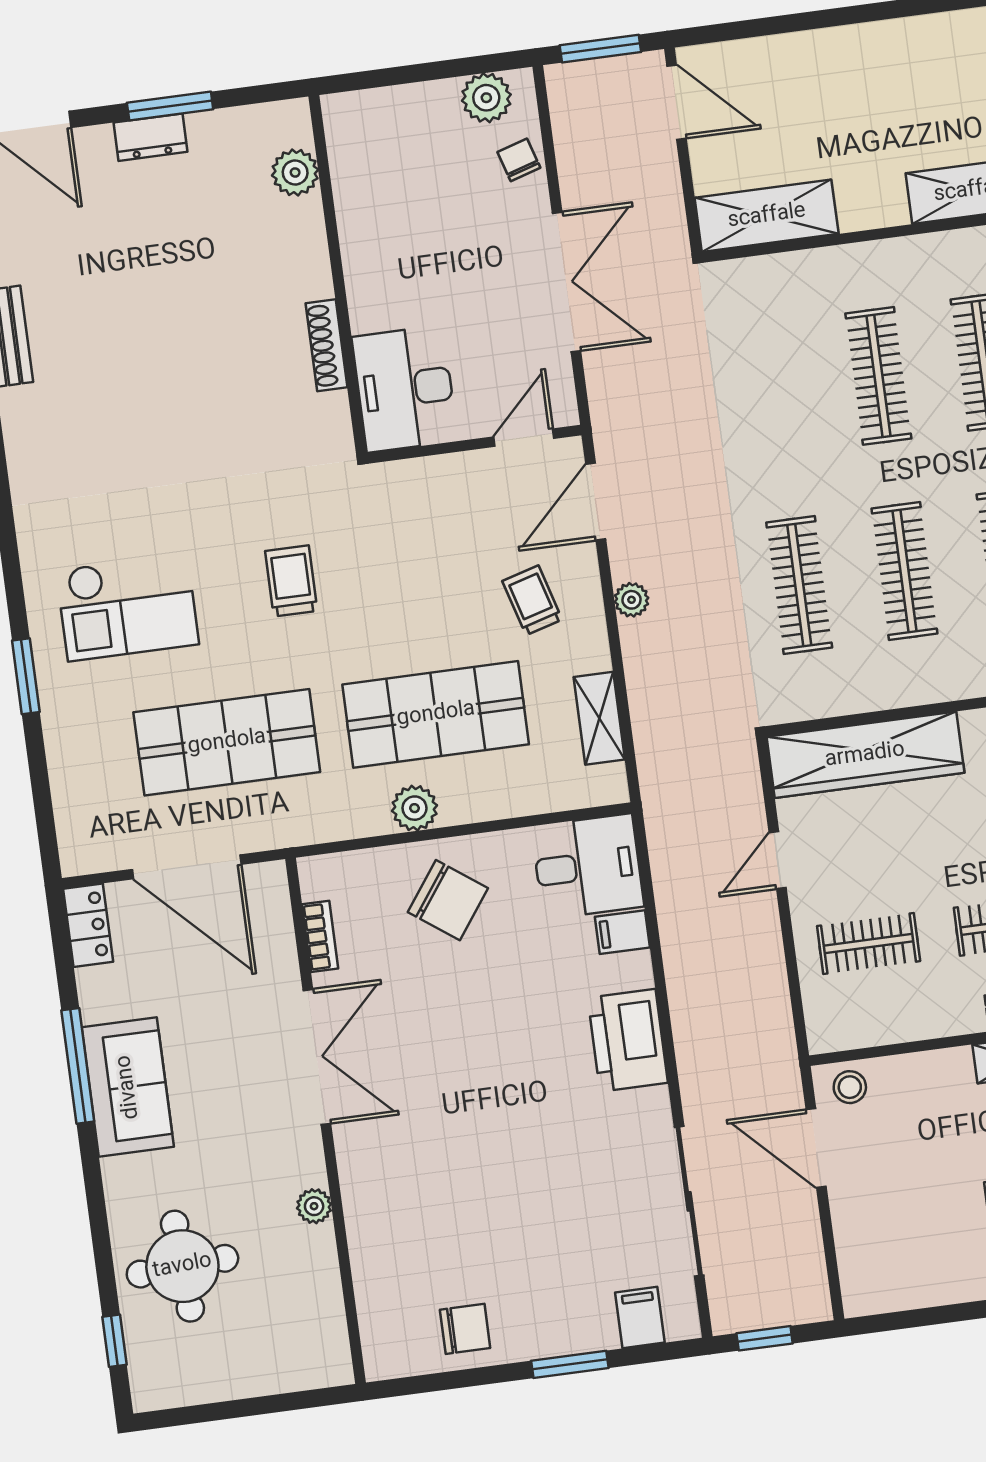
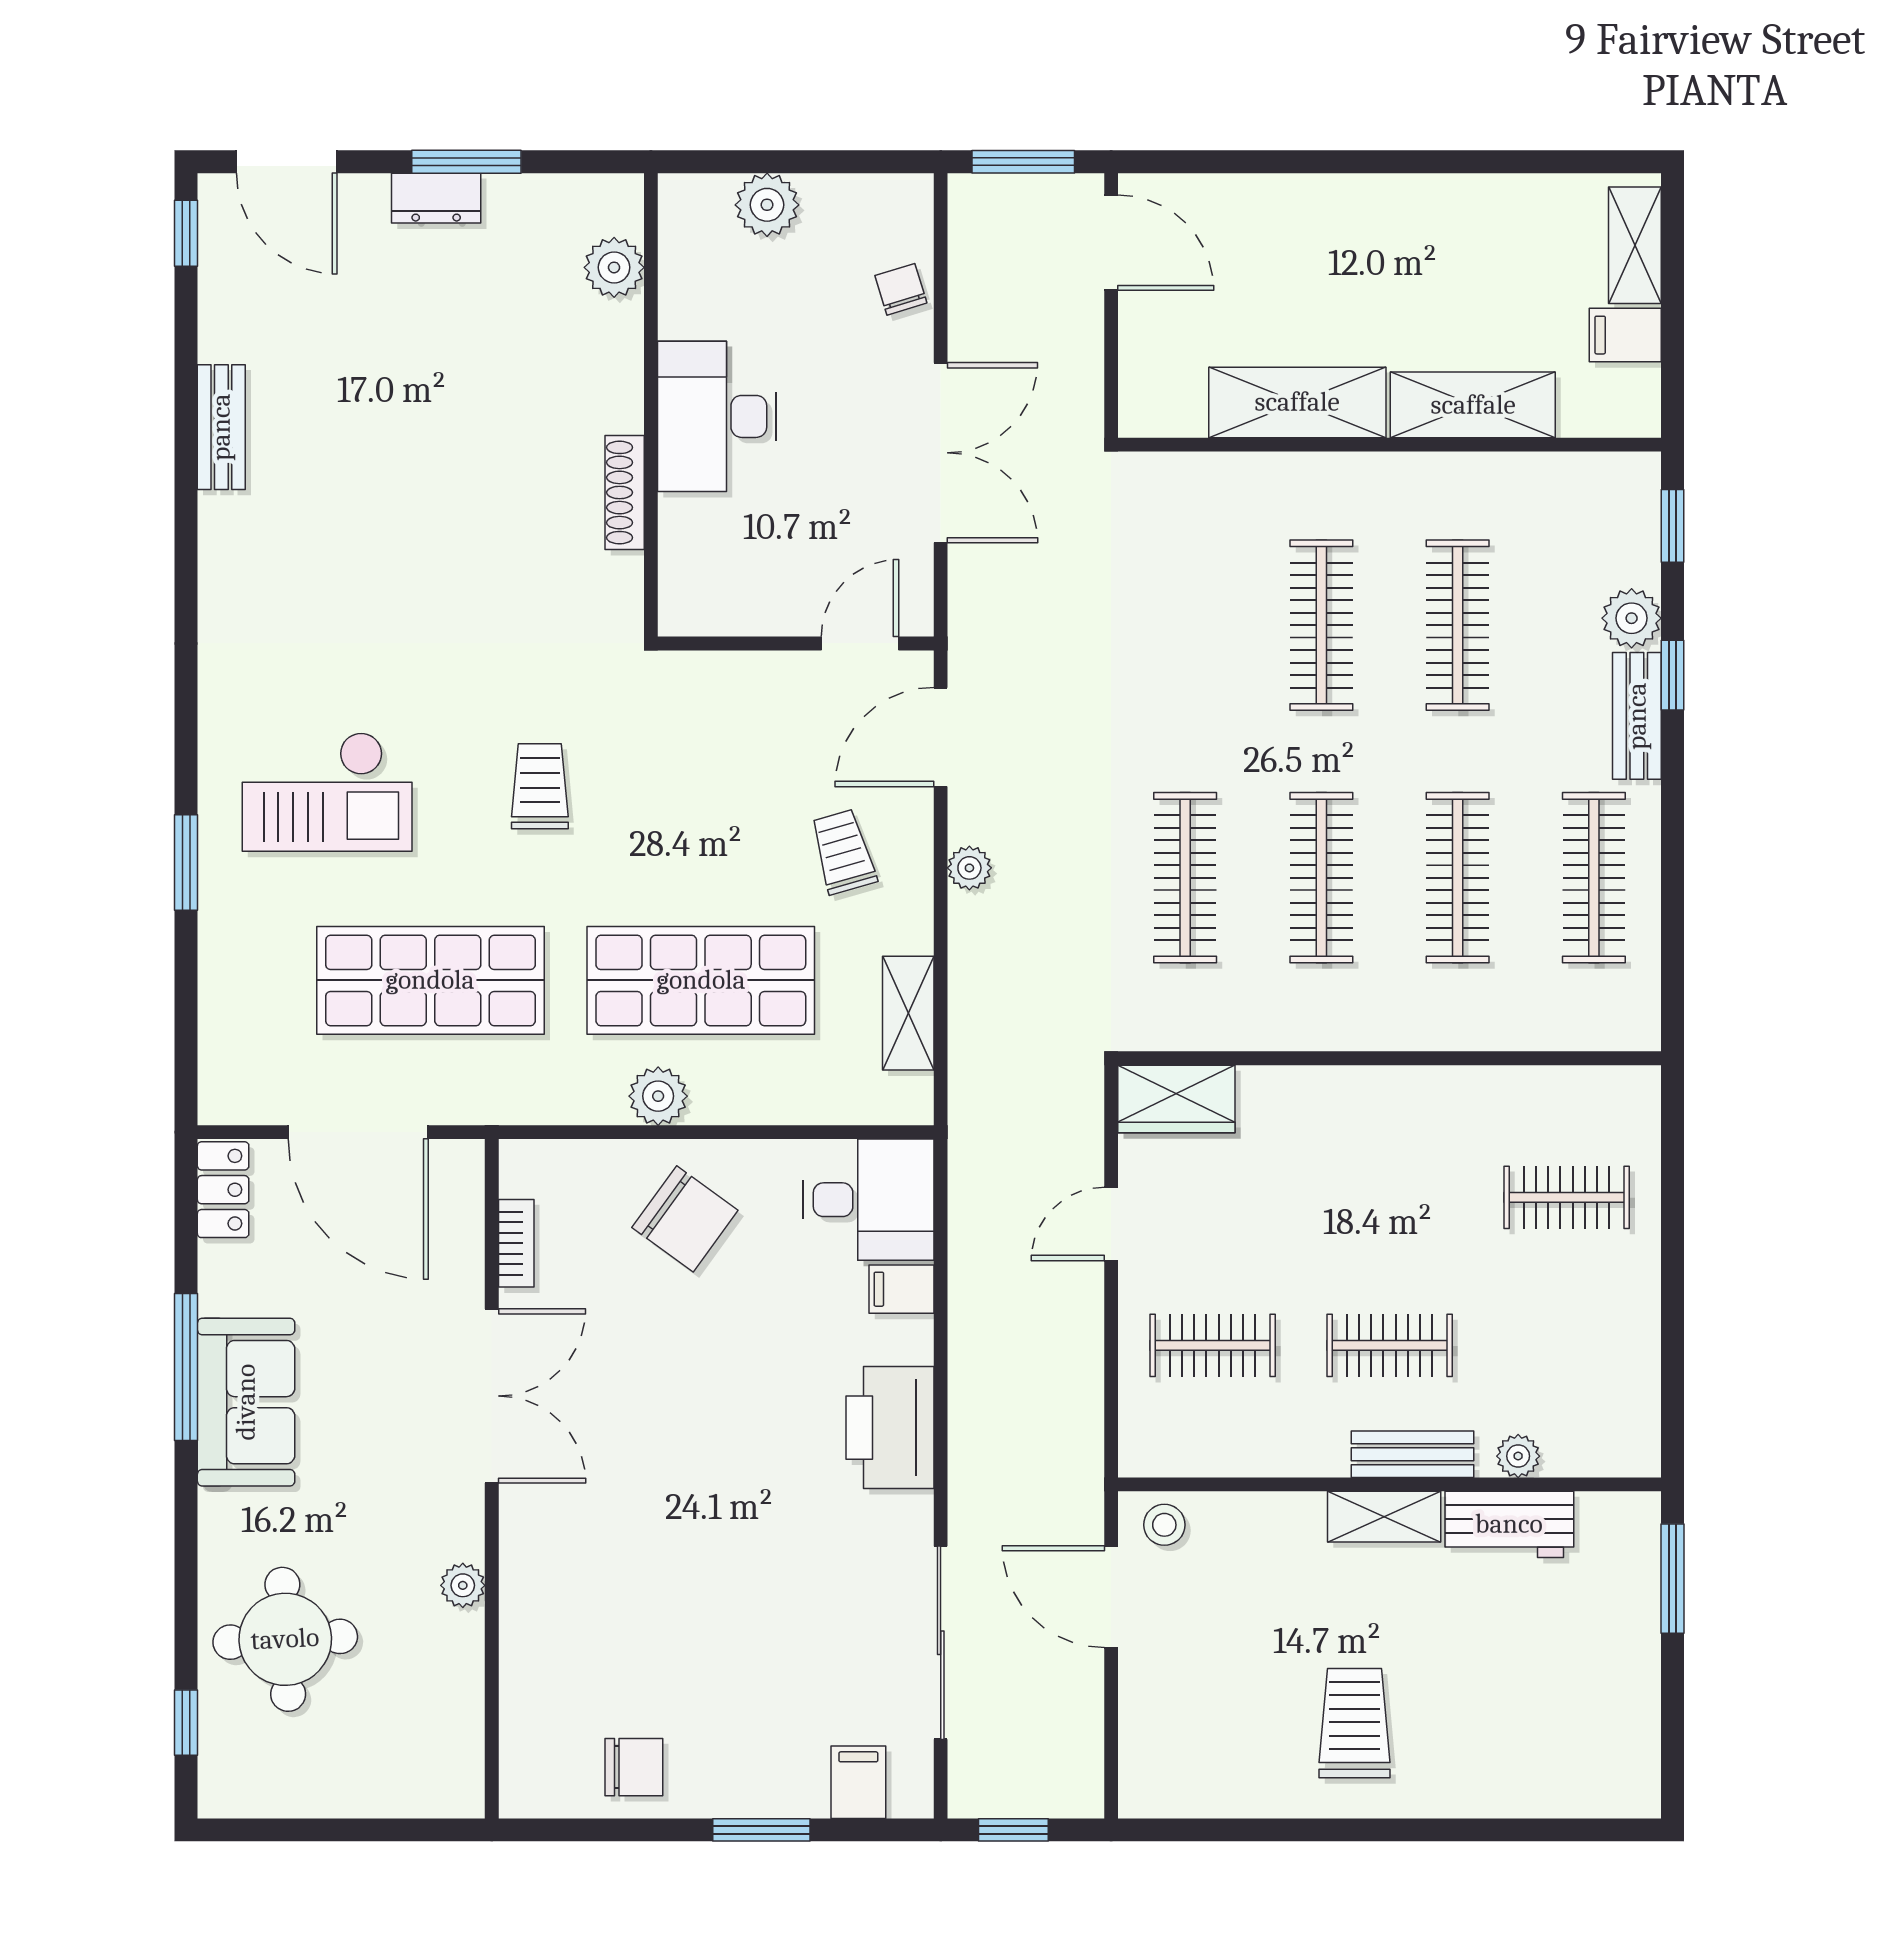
plant: (486, 98) -> (767, 205), moved
shelving: (767, 216) -> (1297, 402), moved
desk: (405, 389) -> (717, 416), moved
wardrobe: (865, 755) -> (1176, 1099), width x0.48, depth x0.85

